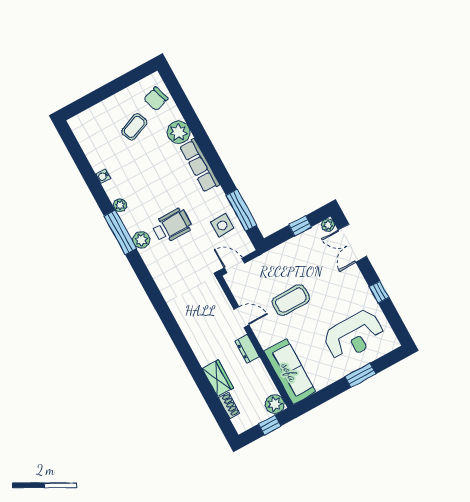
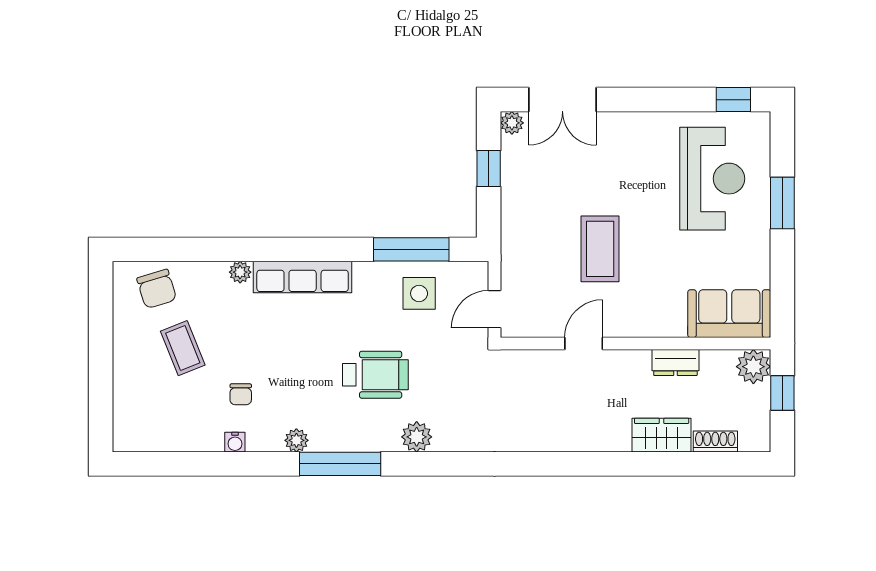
plant: (179, 132) -> (240, 272), width x0.53, depth x0.53
chair: (127, 167) -> (241, 394), added
wheelchair: (172, 226) -> (375, 375), turned 90
plant: (141, 240) -> (417, 437), moved
window: (379, 292) -> (733, 100), moved
dresser: (247, 349) -> (675, 362), moved
sofa: (290, 372) -> (729, 314), width x0.73

